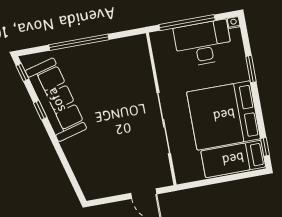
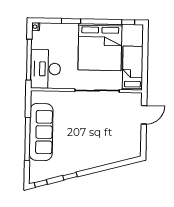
desk: (203, 43) -> (46, 69), moved
sofa: (56, 100) -> (41, 132), moved, turned 105
bed: (233, 159) -> (133, 68), moved, turned 180

